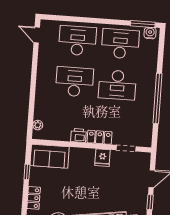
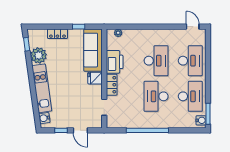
door: (37, 35) -> (193, 27), hinge flipped
printer: (79, 135) -> (115, 62), width x1.87, depth x1.48
sofa: (50, 156) -> (93, 50), width x1.36
fridge: (103, 158) -> (95, 78), moved

